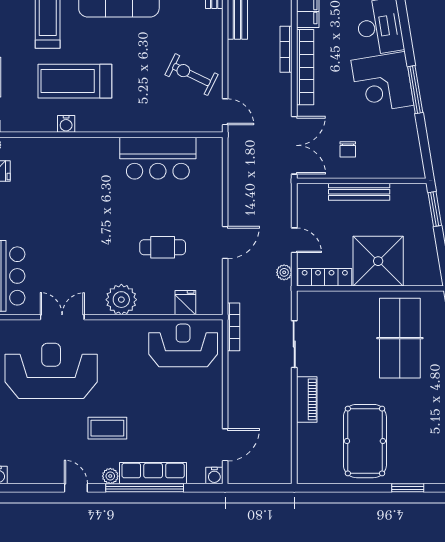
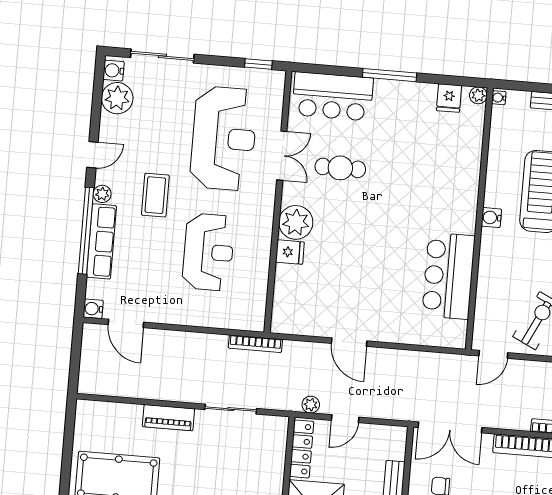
water cooler: (66, 124) -> (491, 218), moved
cafe table: (163, 247) -> (340, 168), moved, turned 90
fridge: (185, 303) -> (290, 252), moved
reception desk: (183, 345) -> (208, 252), moved
plant: (23, 470) -> (117, 98), added

